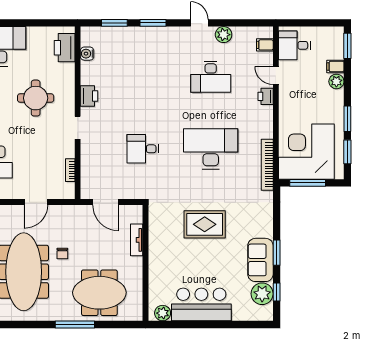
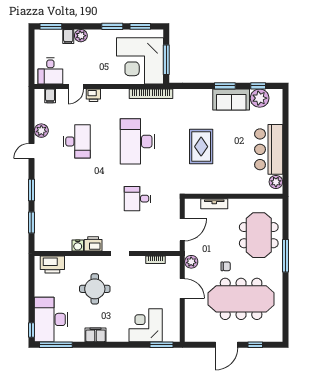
water cooler: (87, 54) -> (78, 246), moved
desk: (143, 149) -> (138, 199), turned 90
plant: (68, 213) -> (191, 262), added

